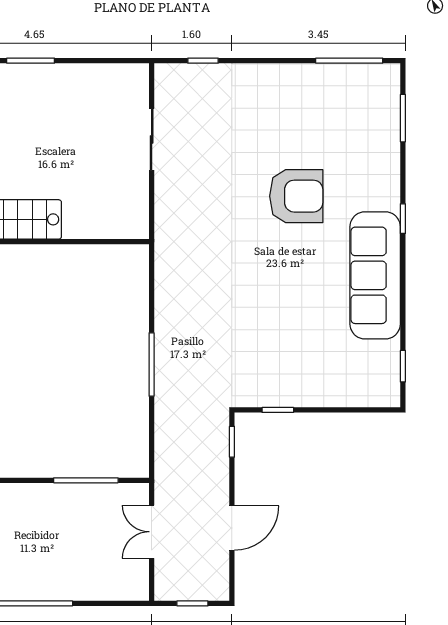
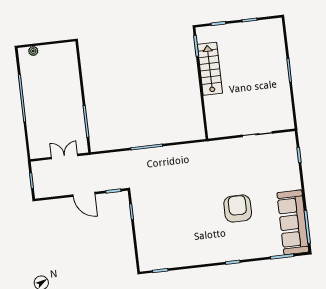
armchair: (296, 196) -> (238, 209), turned 180
sofa: (375, 275) -> (293, 222), moved, turned -90
door: (232, 528) -> (84, 194), moved

